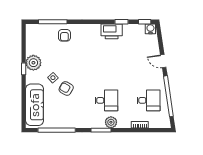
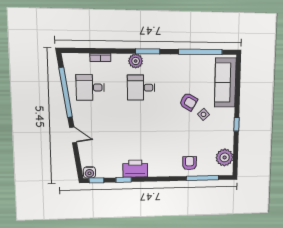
plant: (33, 63) -> (225, 157), moved

